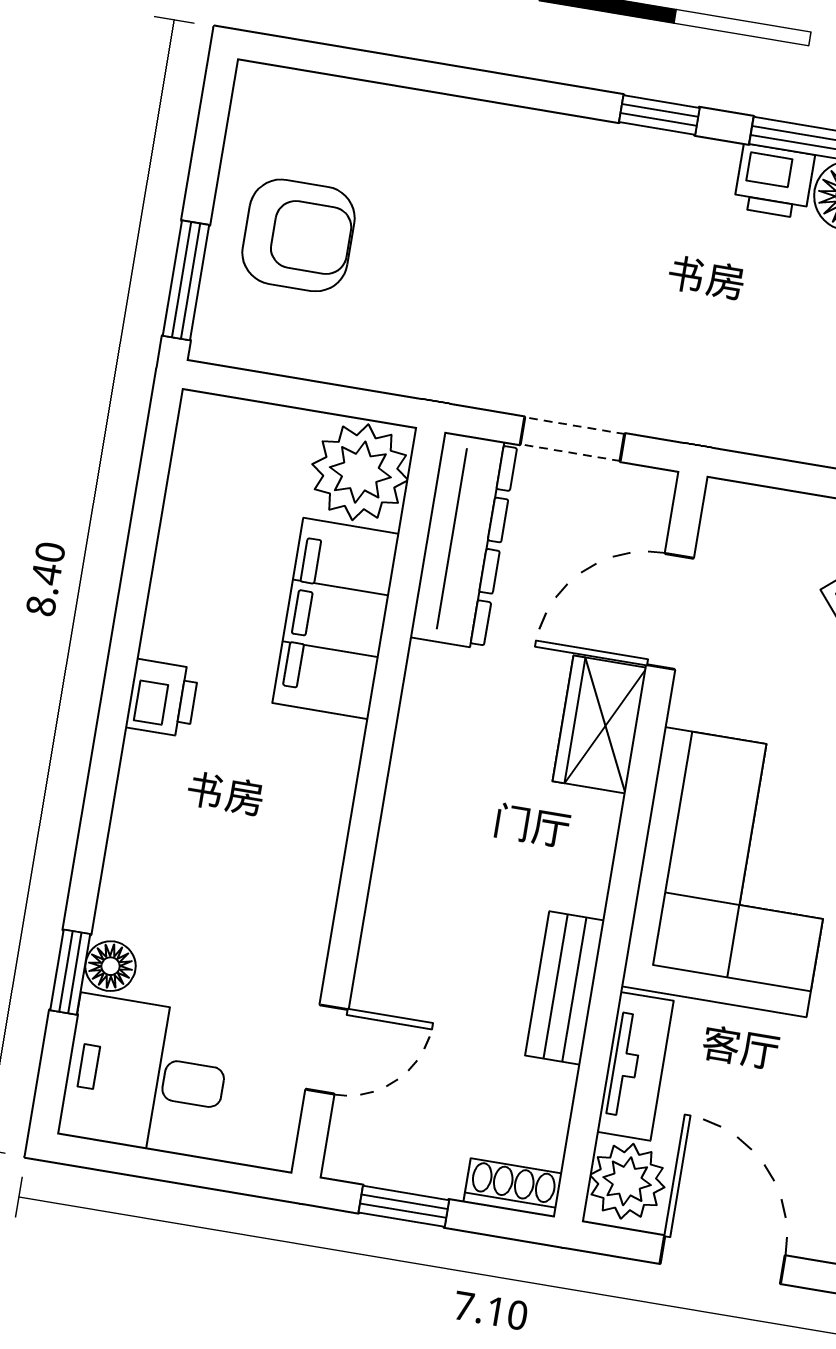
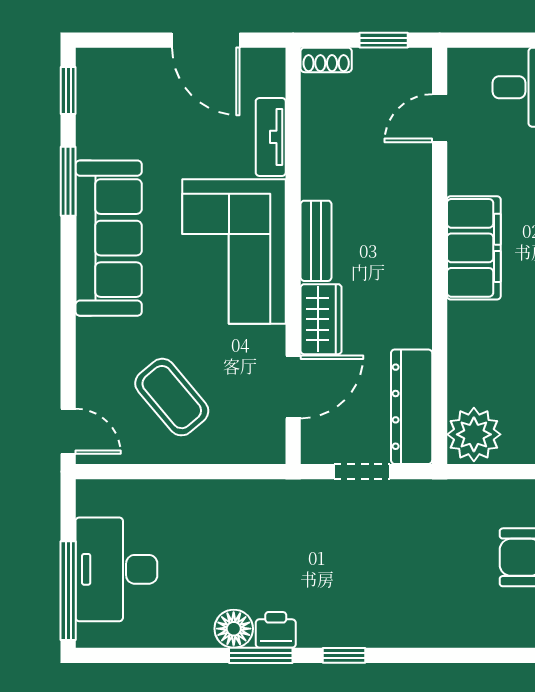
filing cabinet: (336, 618) -> (474, 248), moved
bench: (565, 988) -> (316, 241), moved
plant: (627, 1181) -> (265, 74), removed

